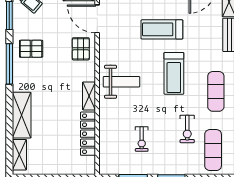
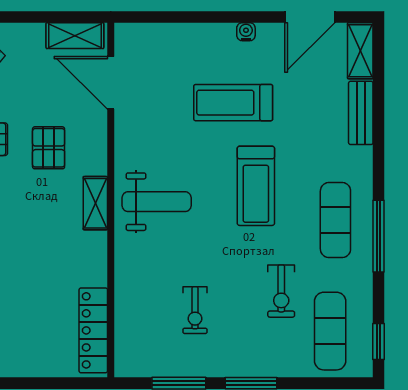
pallet: (81, 49) -> (49, 148), moved
shelving: (89, 96) -> (95, 203), moved
locker: (88, 134) -> (93, 330), moved

